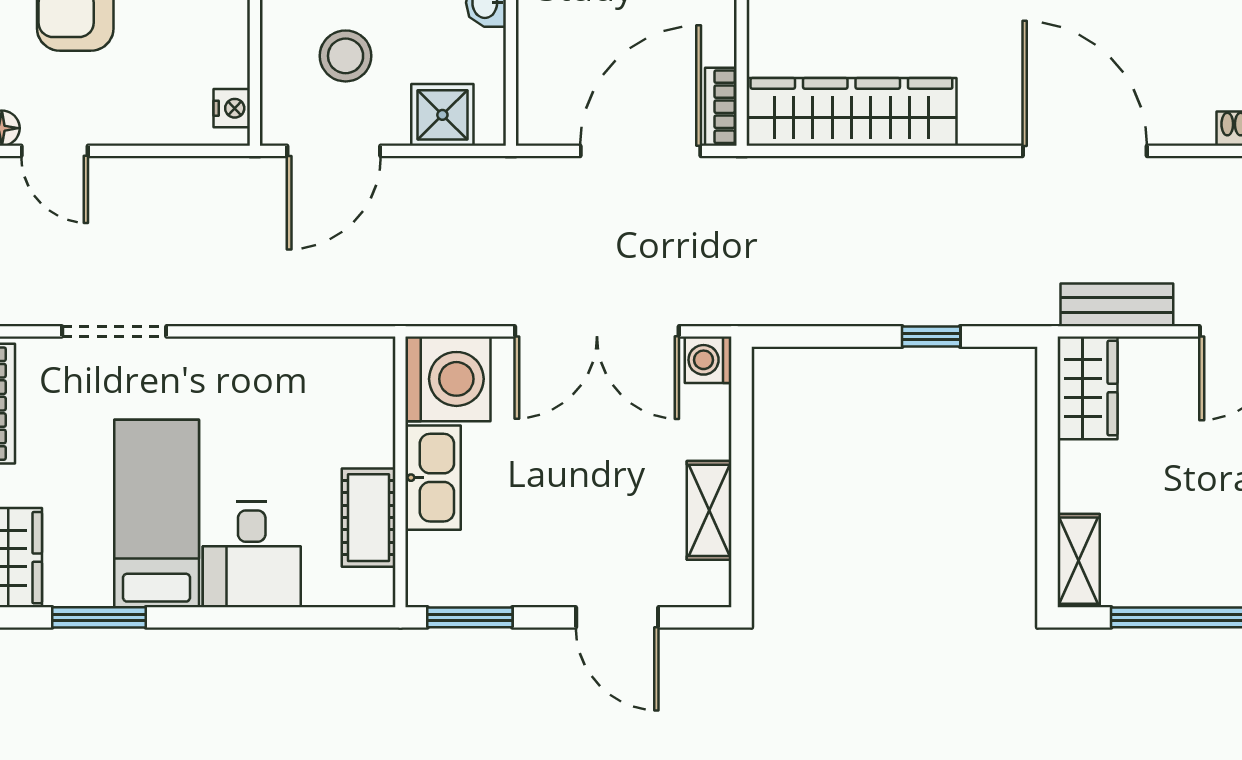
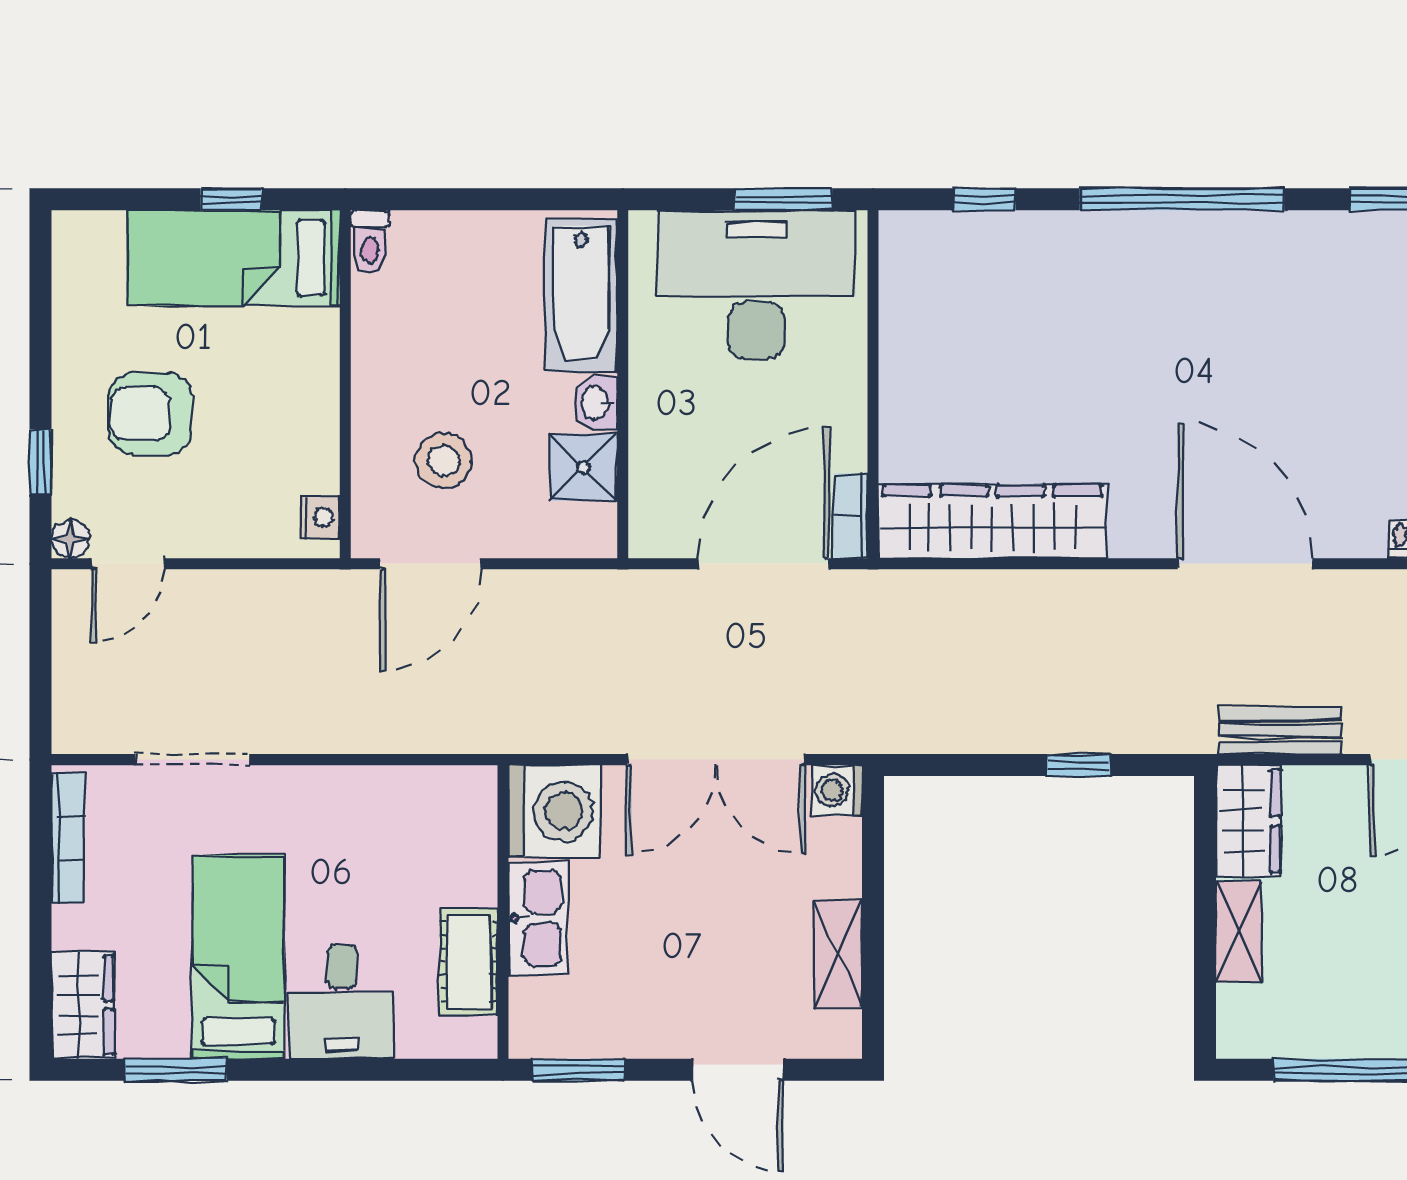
shower: (442, 115) -> (584, 467), moved
door: (55, 151) -> (128, 564), hinge flipped
shelving: (1079, 561) -> (1239, 932), moved

